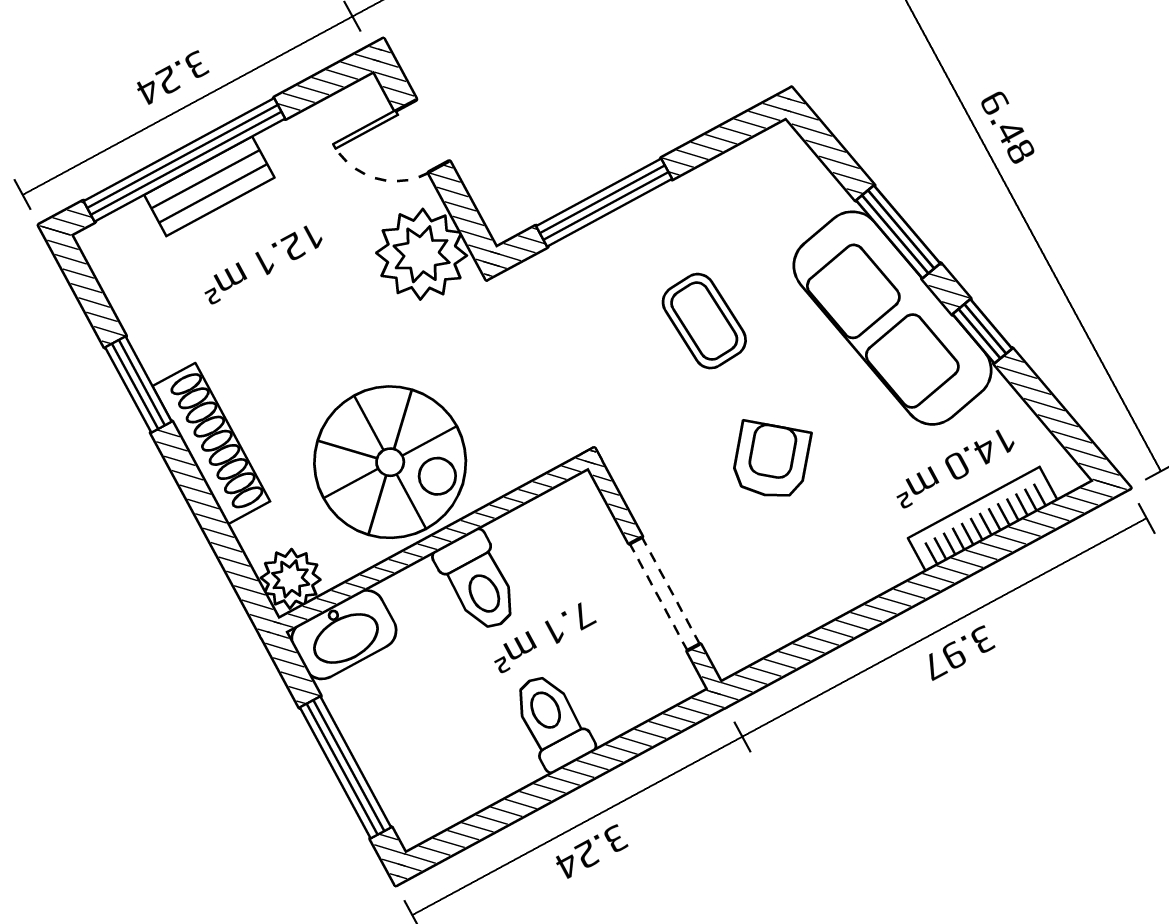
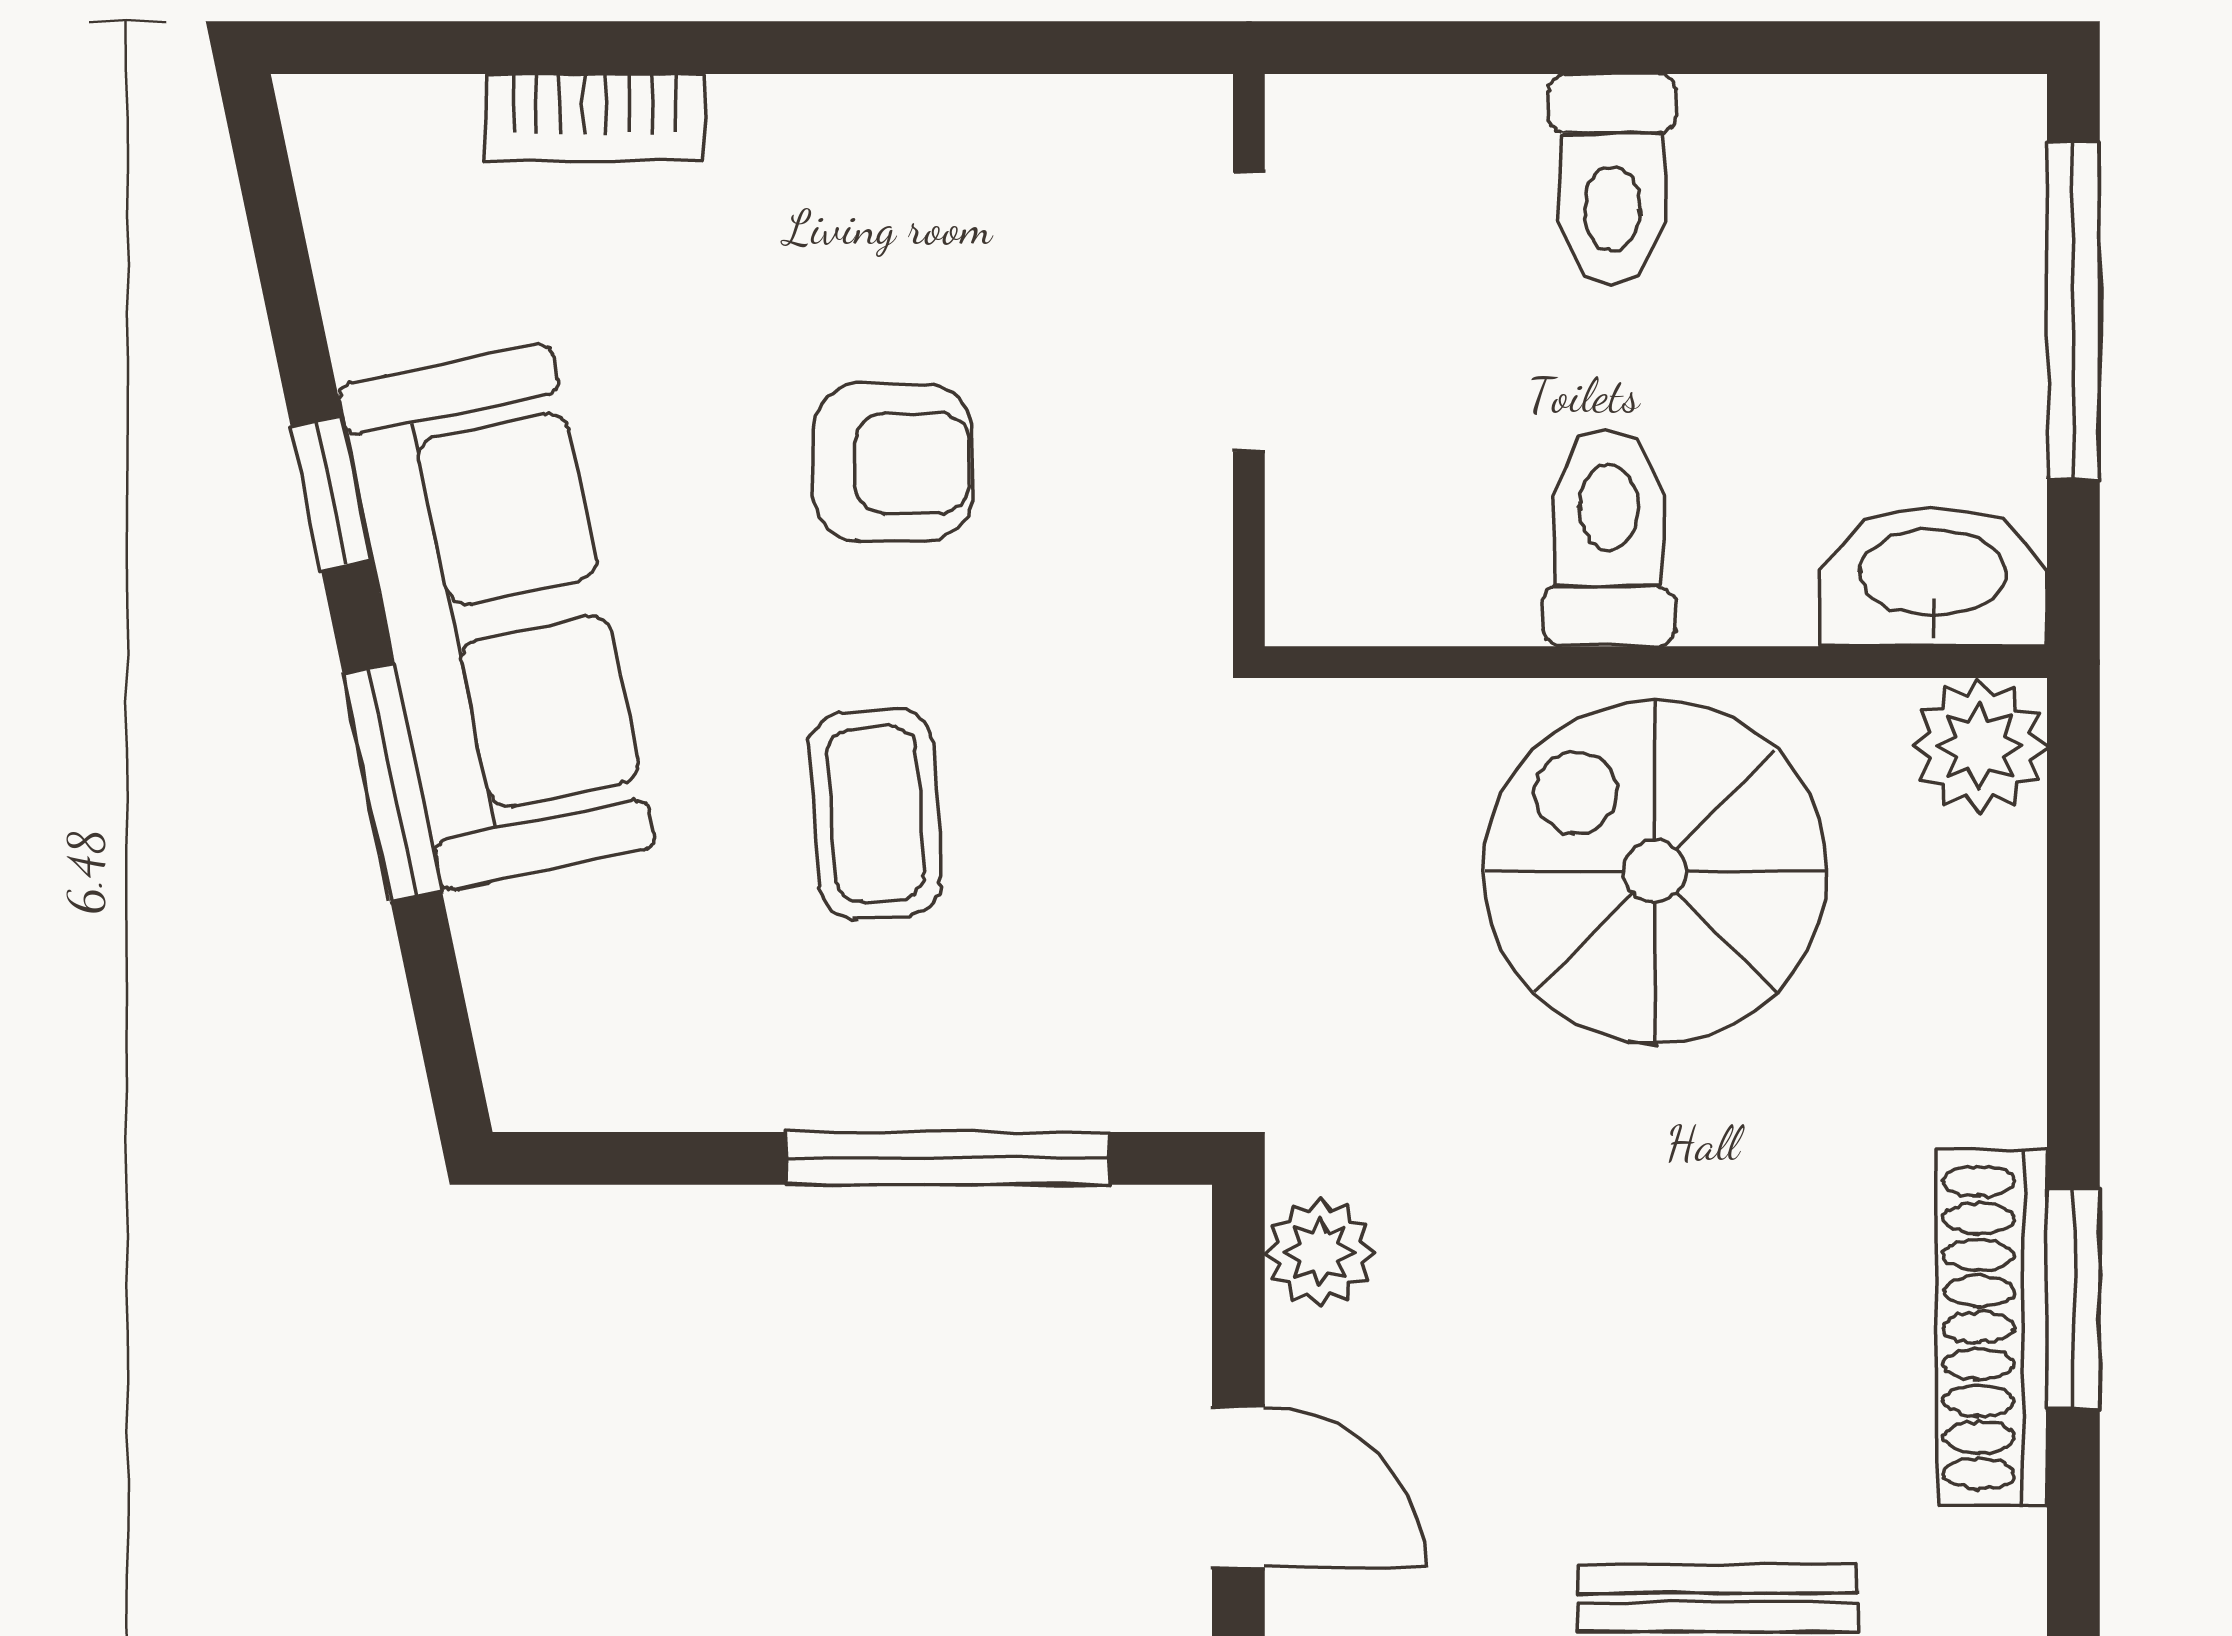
plant: (422, 254) -> (1320, 1252), width x0.53, depth x0.53
shoe rack: (211, 444) -> (1992, 1328), moved
armchair: (771, 461) -> (893, 463), turned -129
bookcase: (983, 519) -> (595, 117), width x0.64

